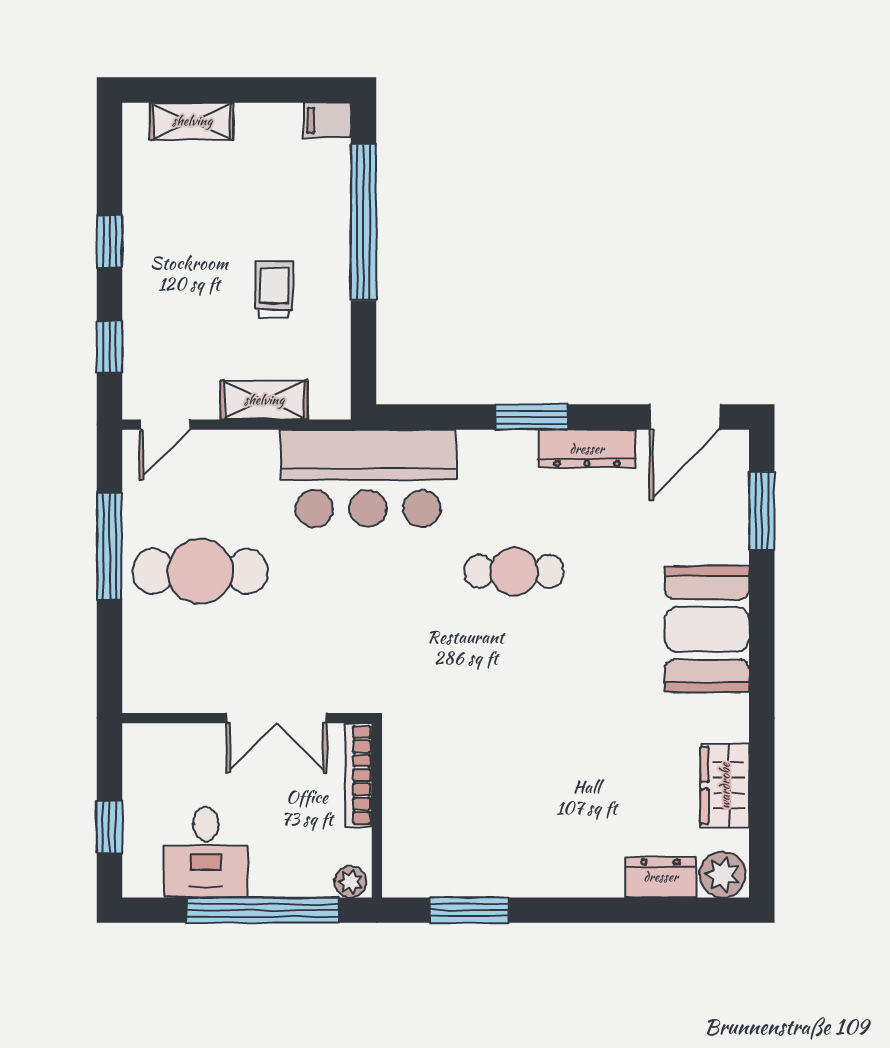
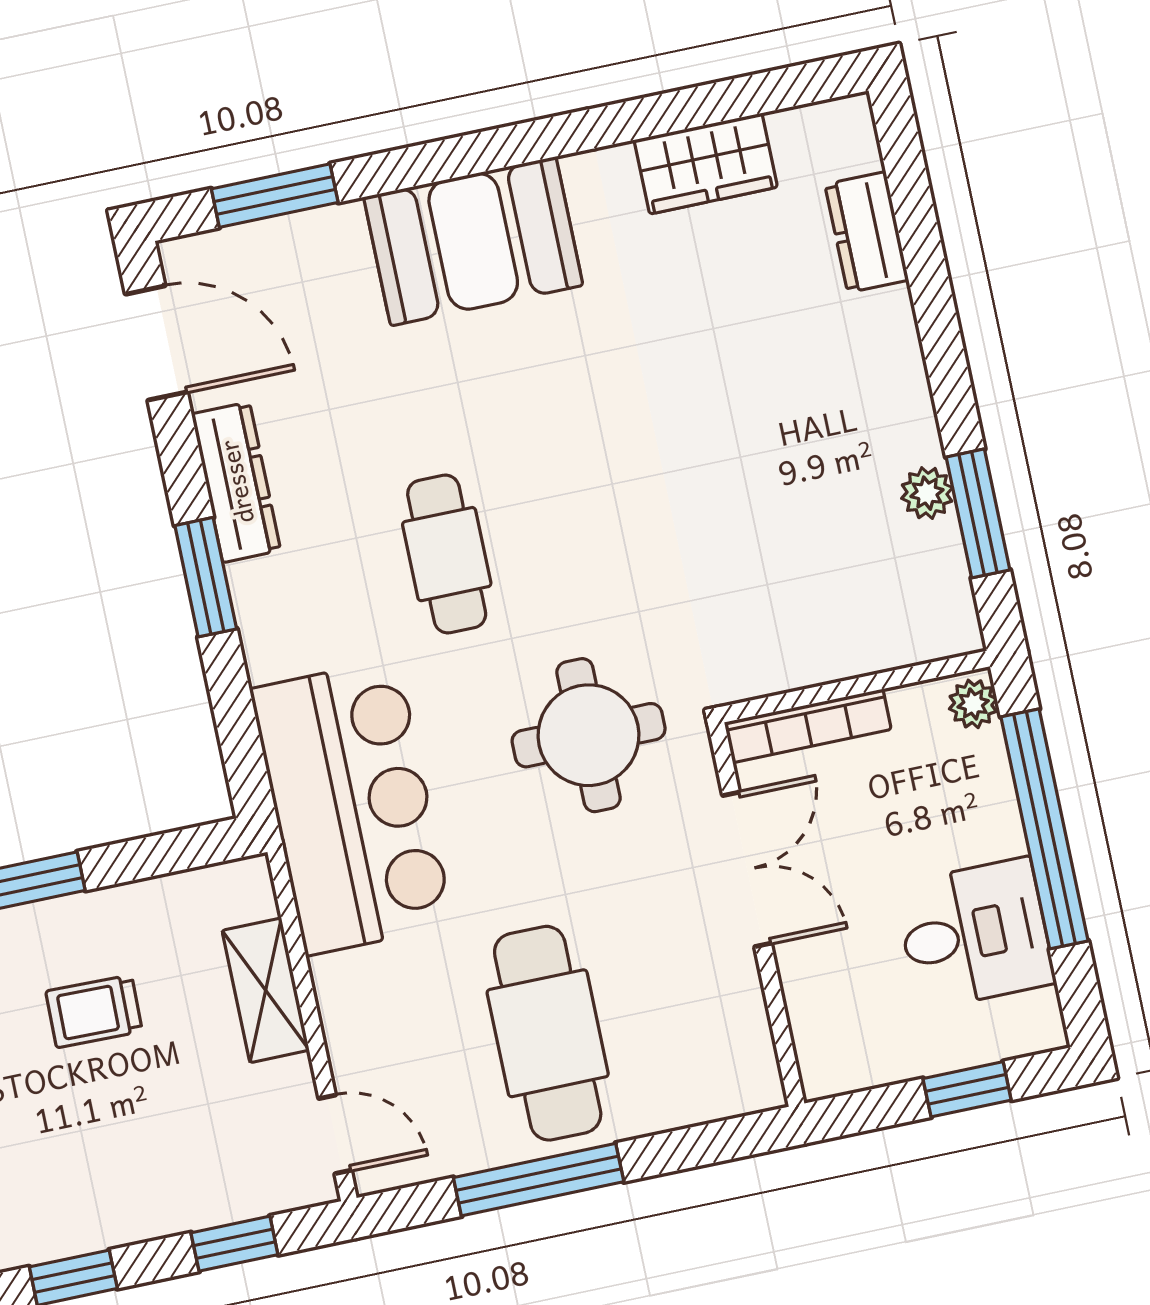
round table: (382, 636) -> (589, 735), added
plant: (723, 875) -> (927, 493), moved, width x0.73, depth x0.73

